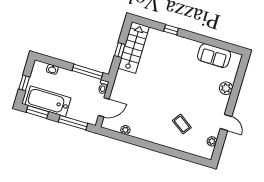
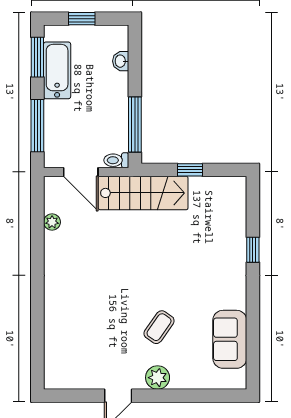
stairs: (134, 47) -> (143, 193), moved
plant: (226, 88) -> (158, 378), moved
bathtub: (48, 101) -> (57, 70), width x0.73, depth x0.73
coffee table: (182, 124) -> (159, 327), moved
plant: (212, 141) -> (77, 381), removed

